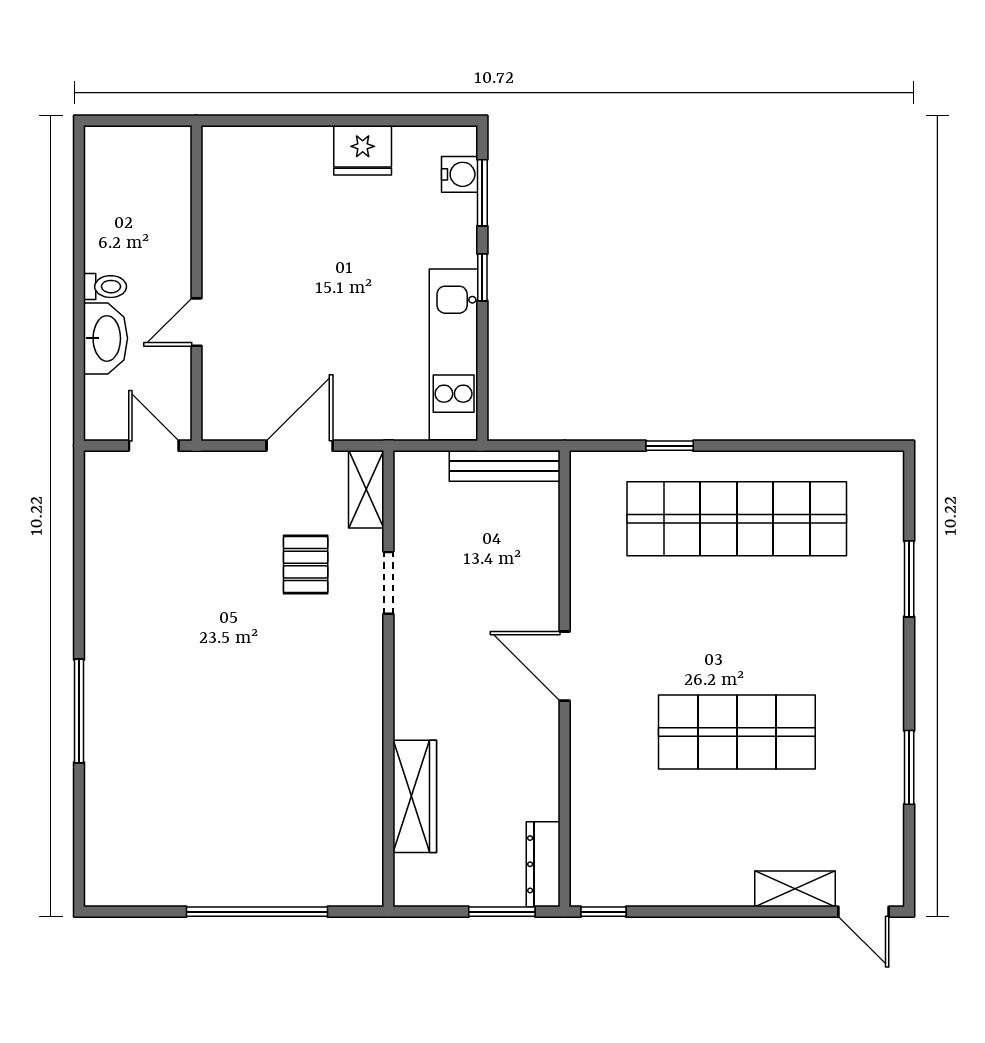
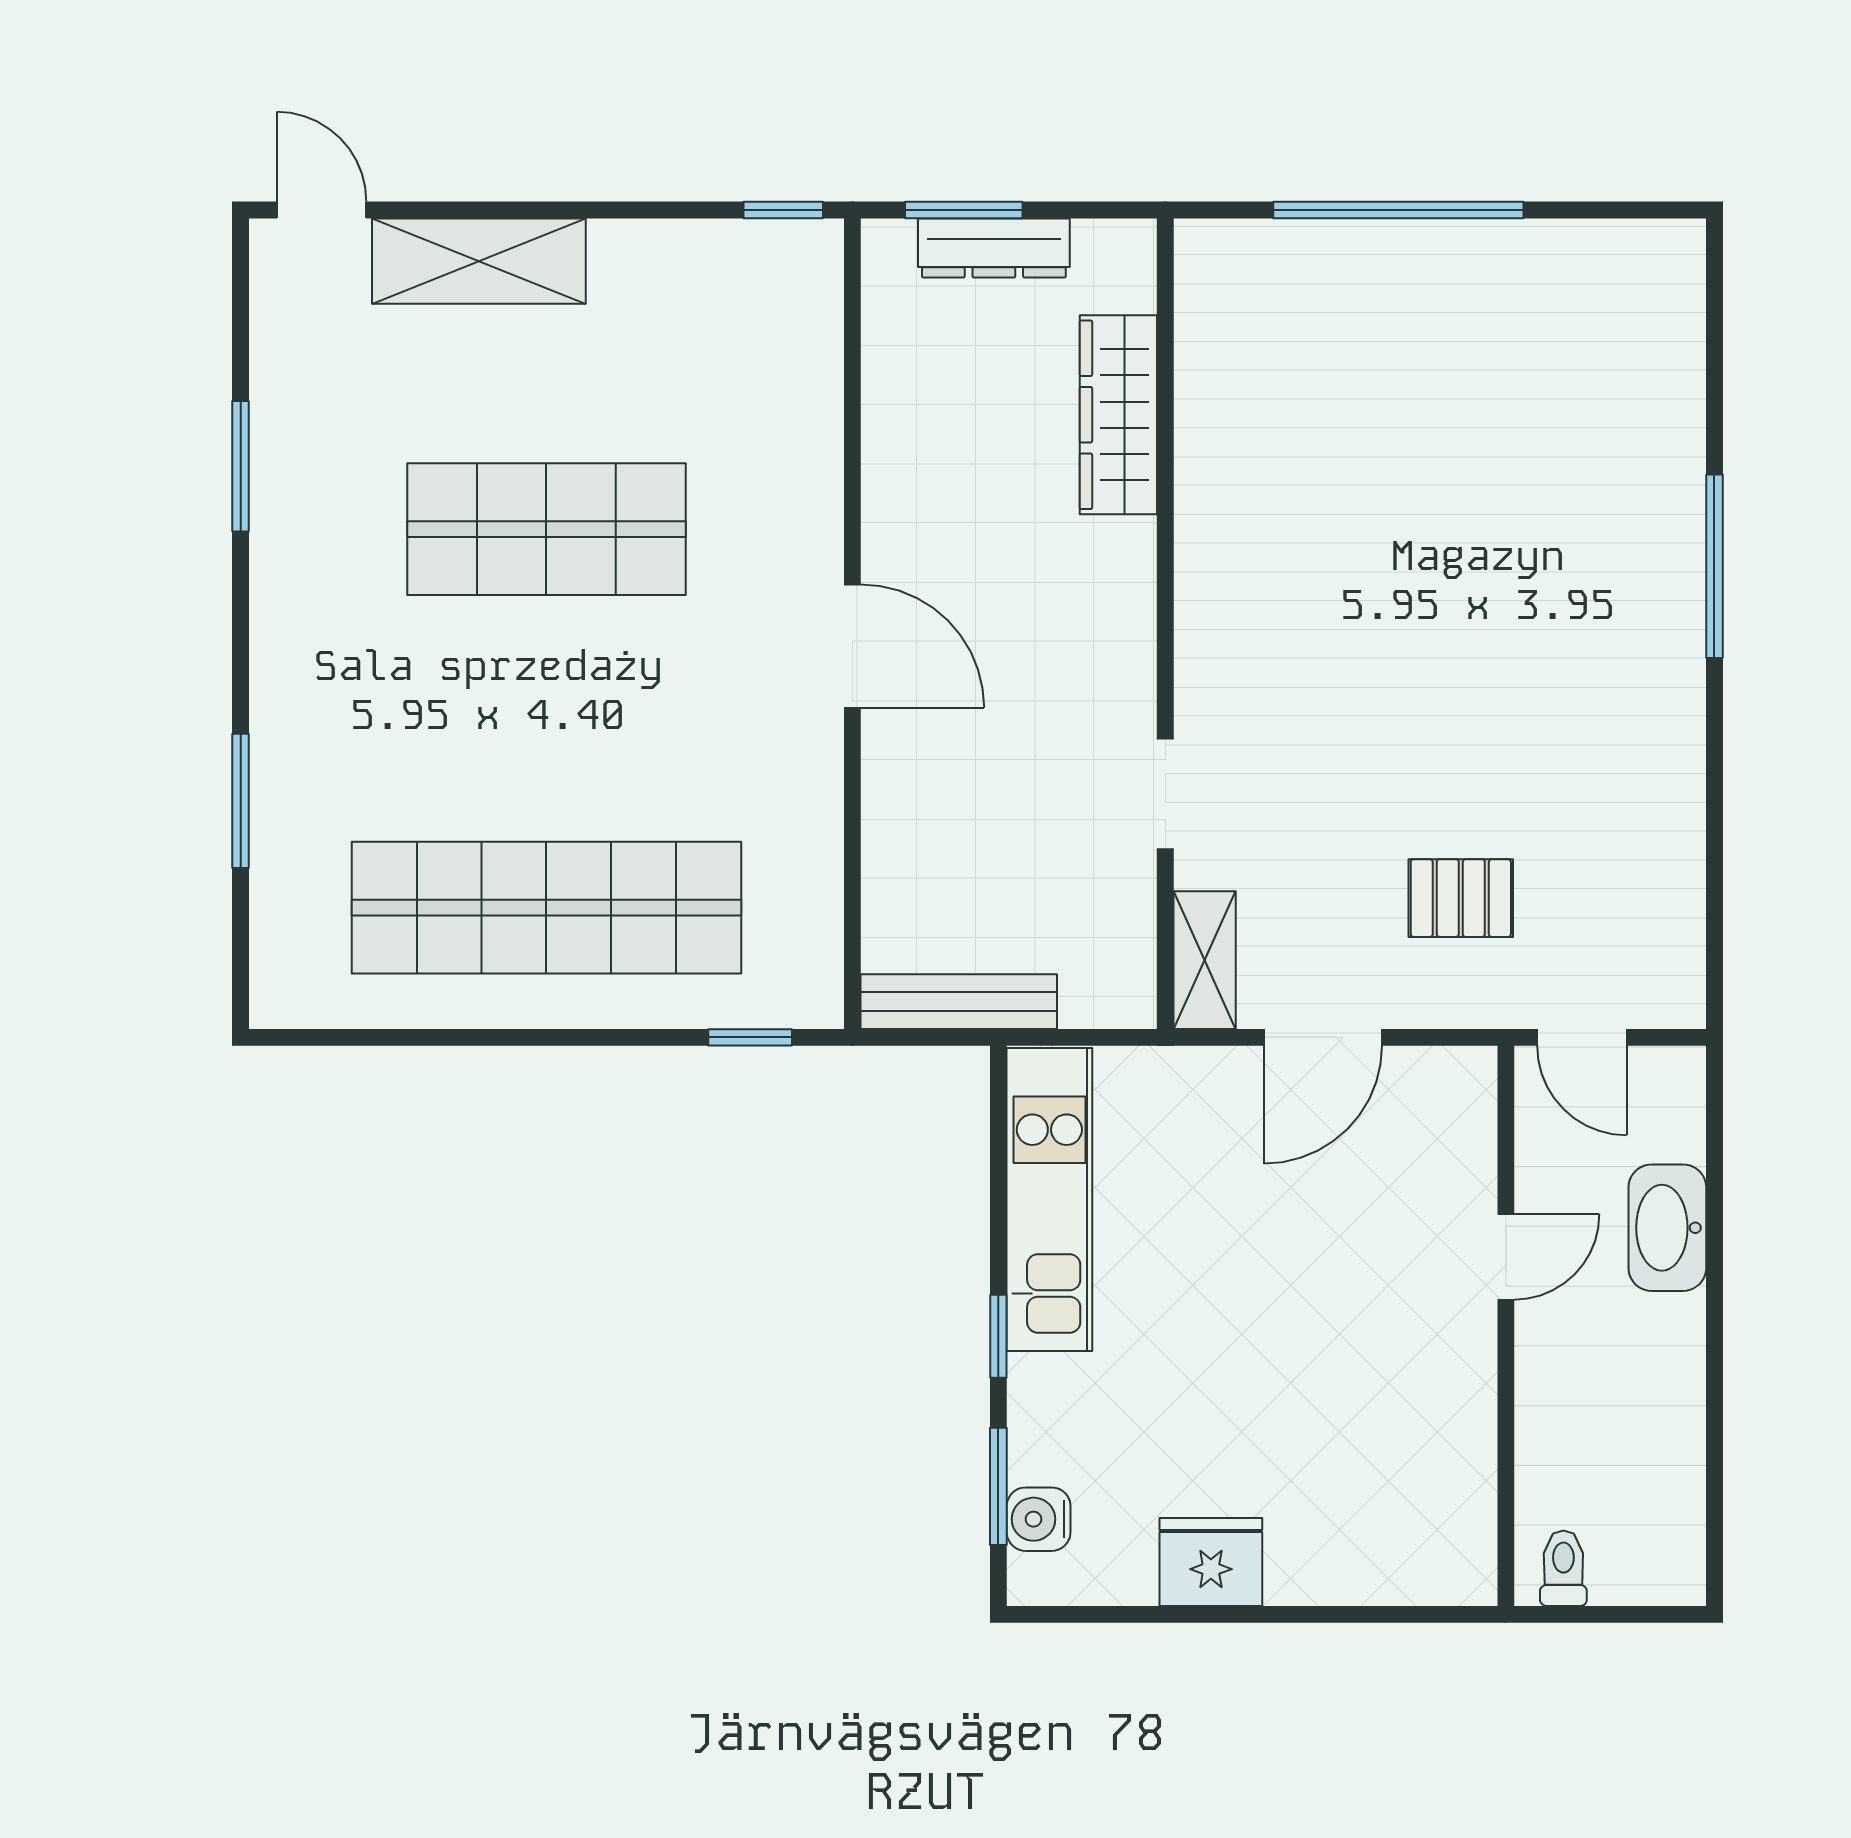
toilet: (105, 287) -> (1563, 1568), moved, turned 90
window: (670, 446) -> (750, 1037), moved
pallet: (306, 565) -> (1461, 898), moved, turned 90
dresser: (543, 864) -> (994, 248), moved, turned 90
shelving: (795, 889) -> (479, 261), width x1.50, depth x1.33

